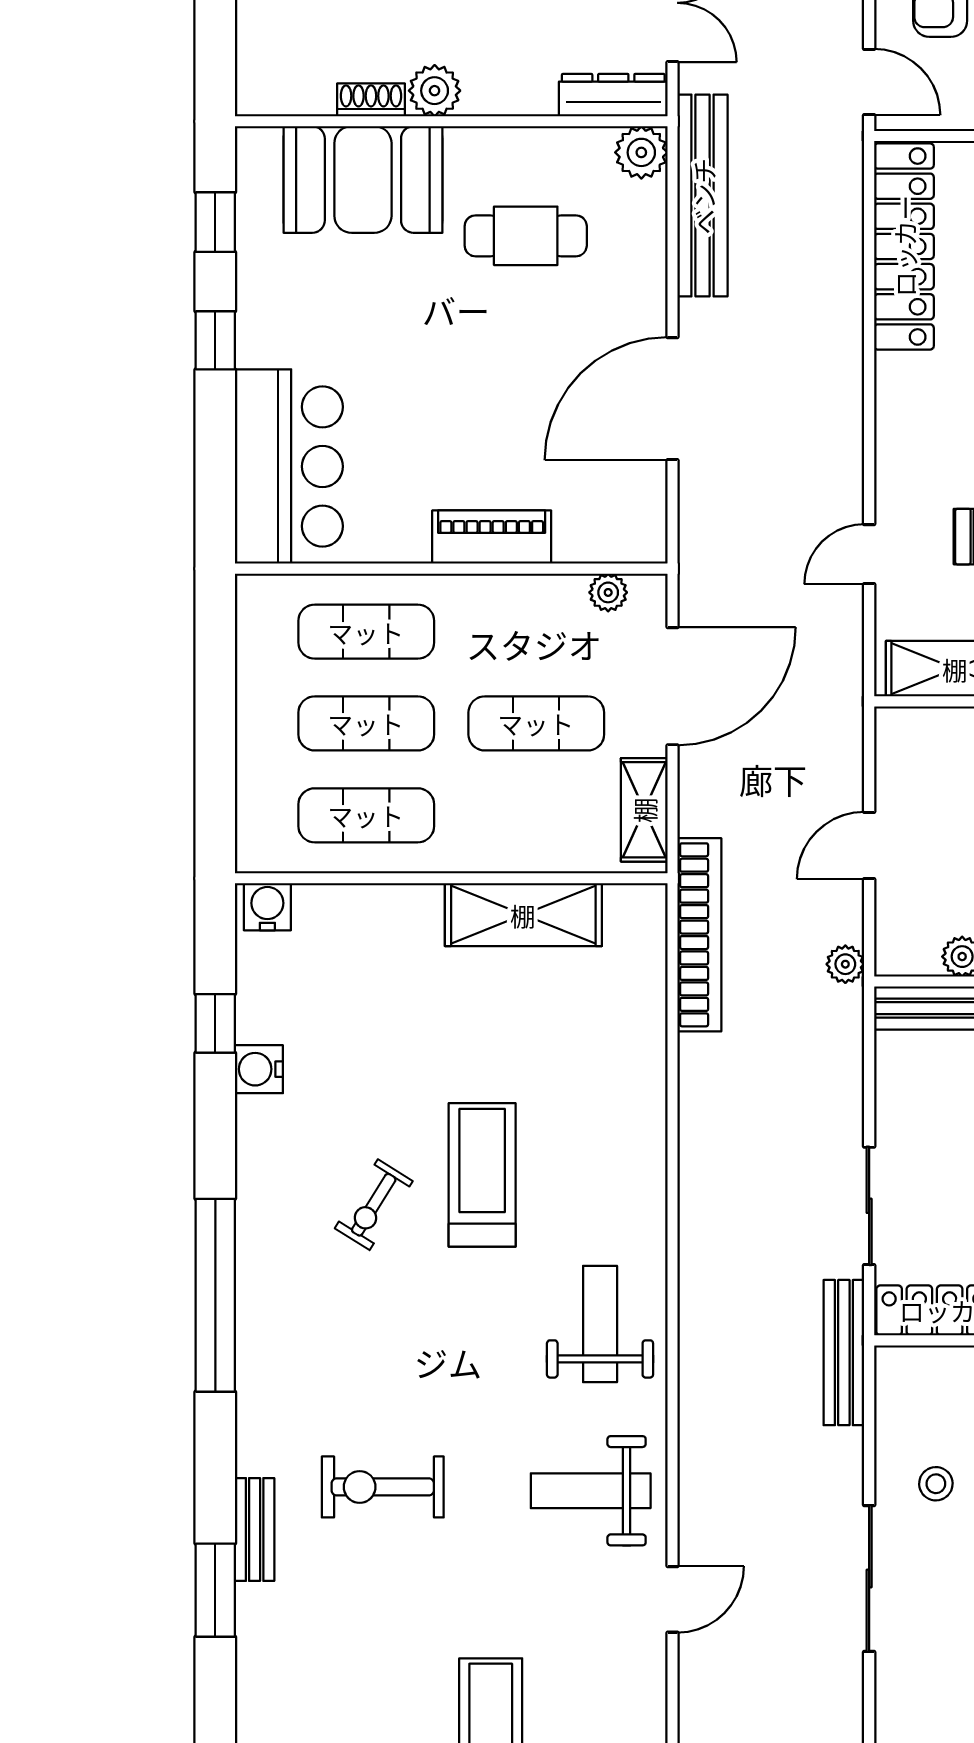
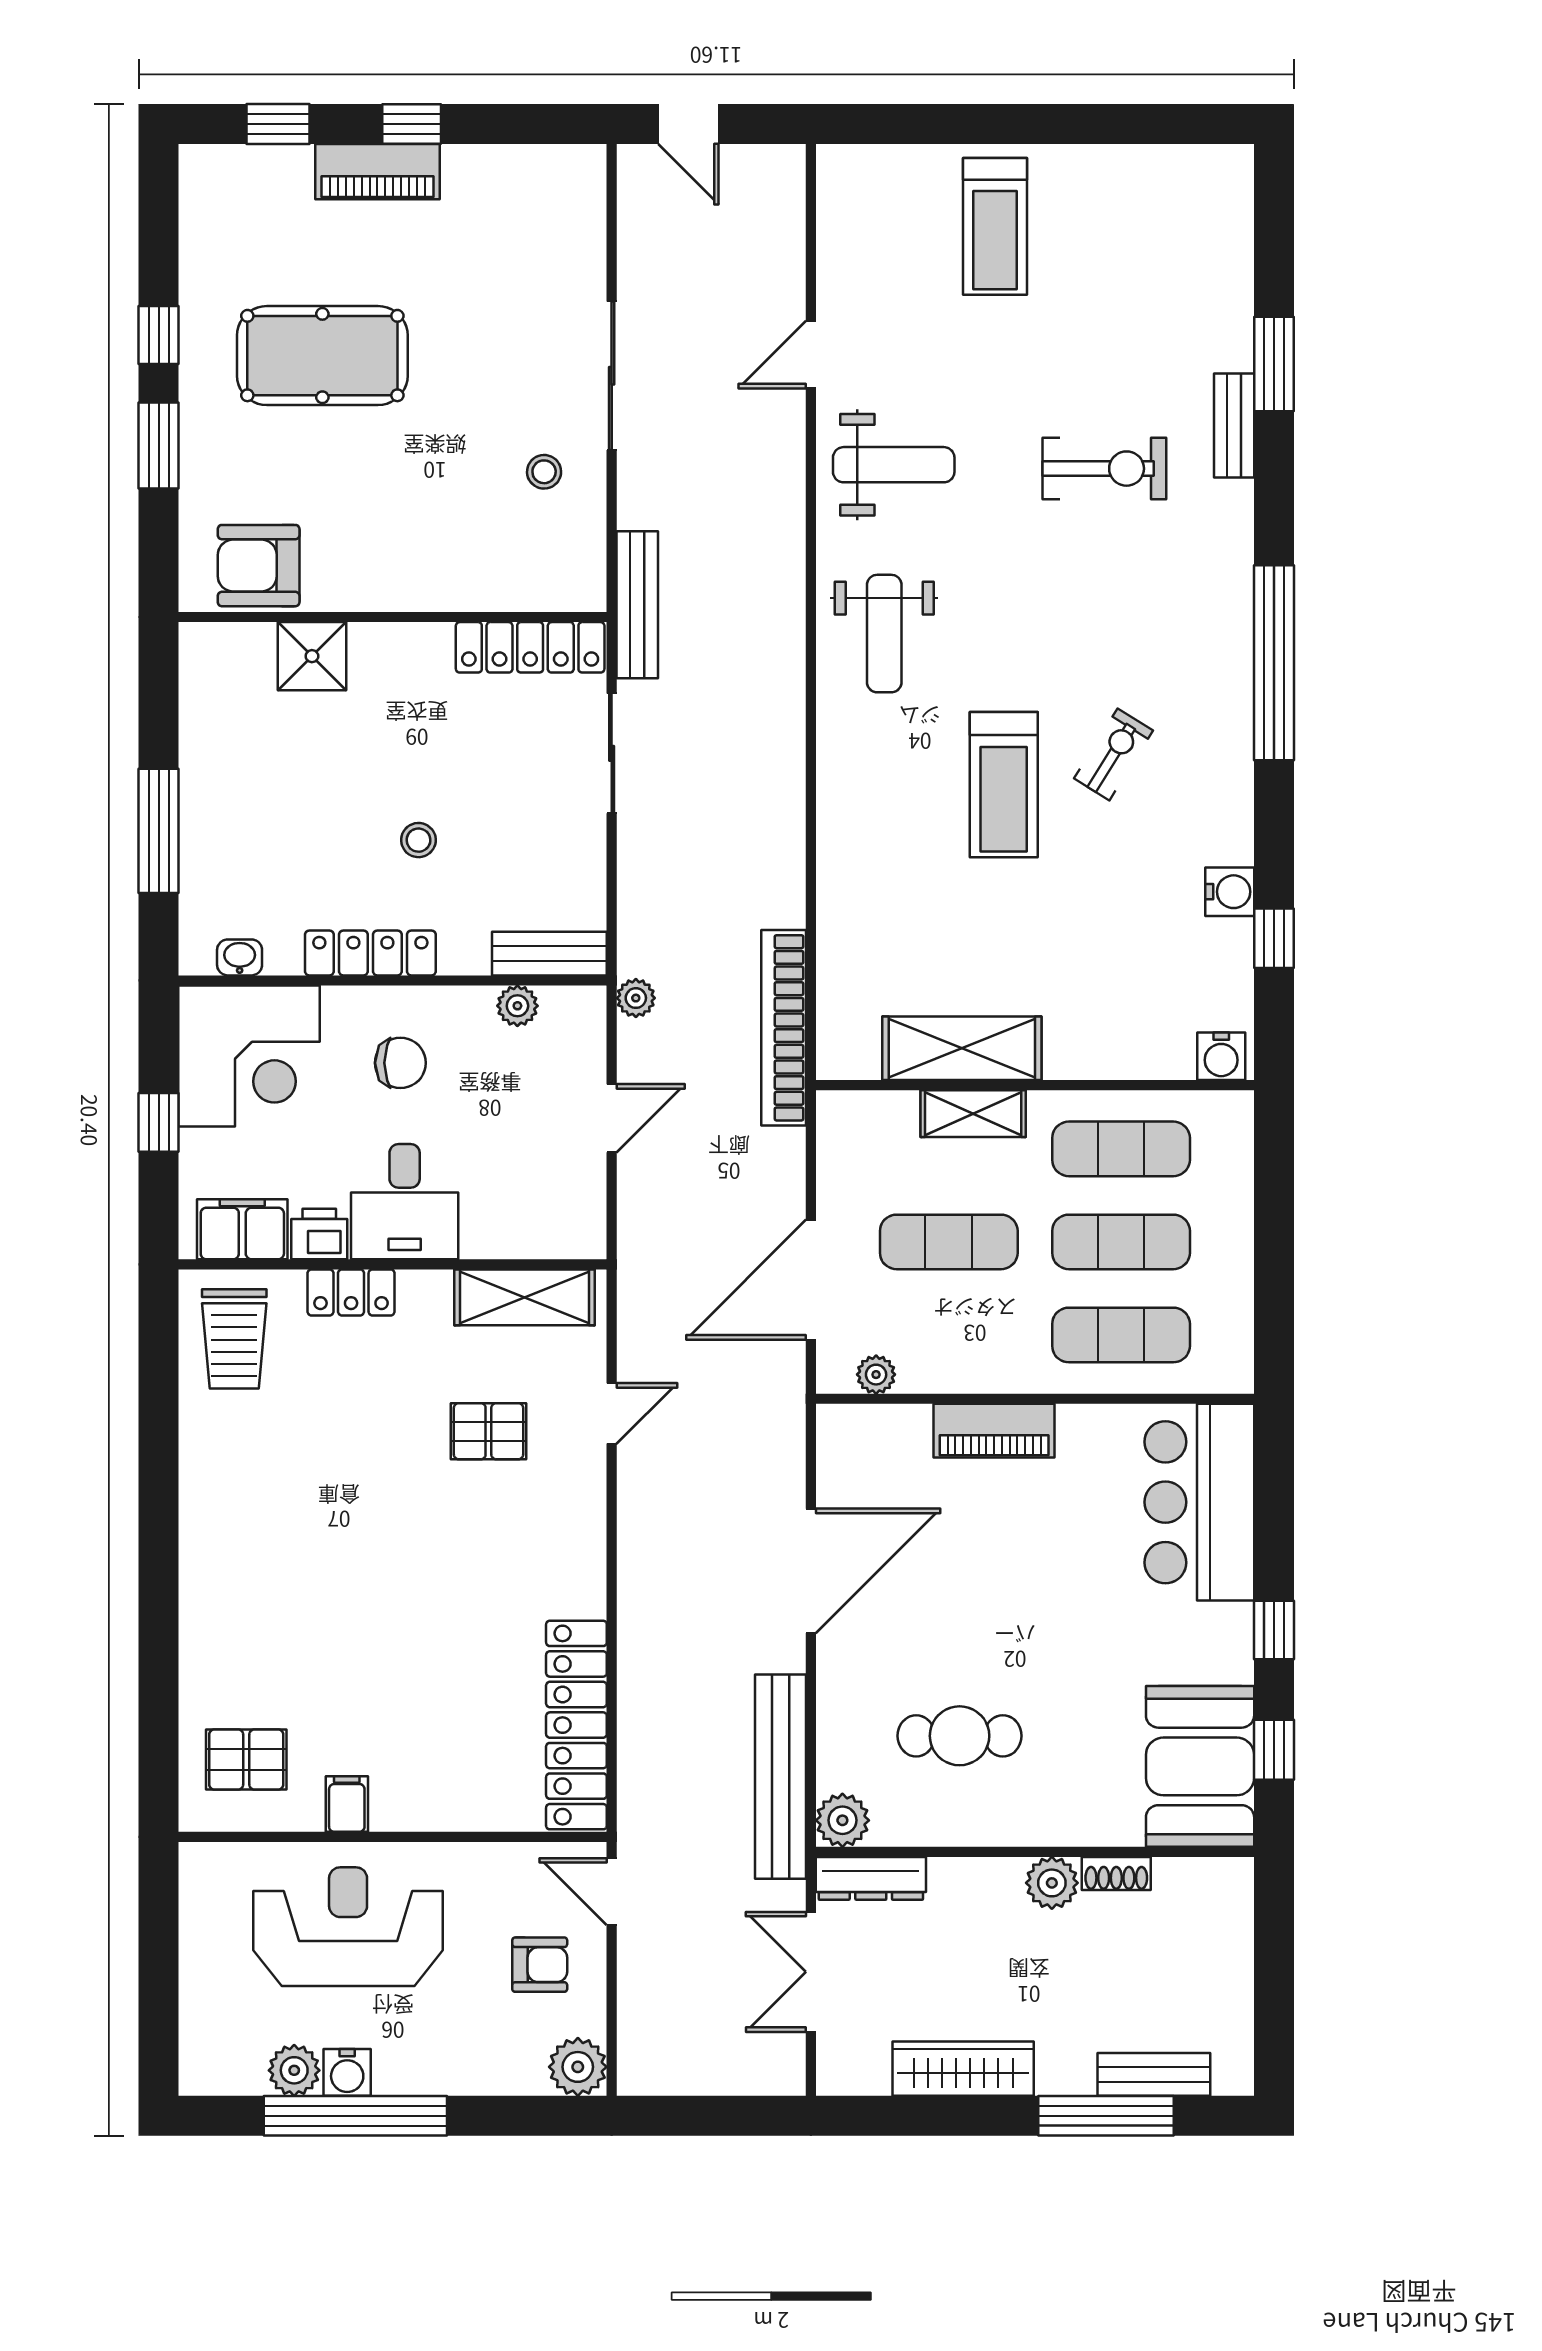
booth: (363, 179) -> (1200, 1766), moved, turned 90
shelving: (644, 810) -> (973, 1114), moved, turned 90

